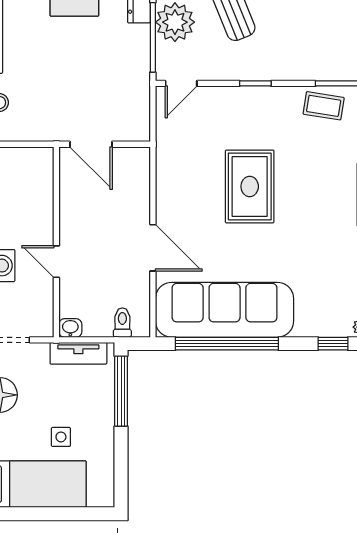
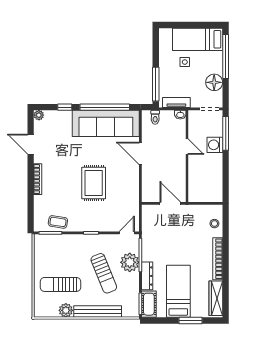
window: (333, 344) -> (65, 107), moved

